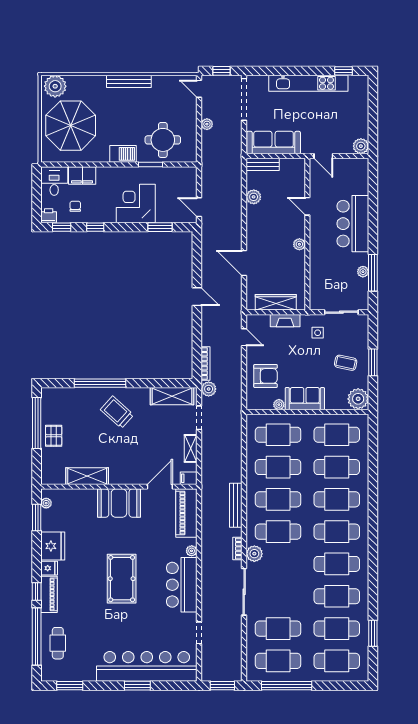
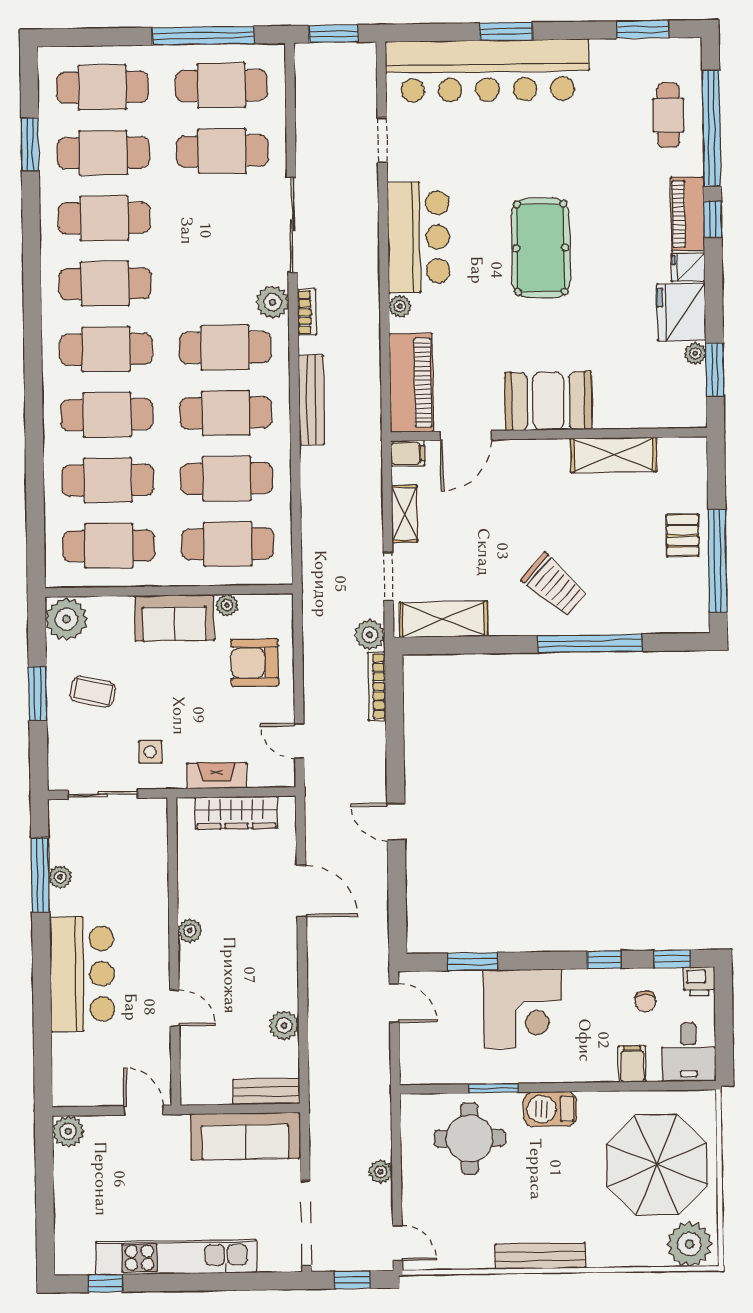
filing cabinet: (82, 176) -> (632, 1064), width x0.50
plant: (46, 503) -> (695, 353), moved

